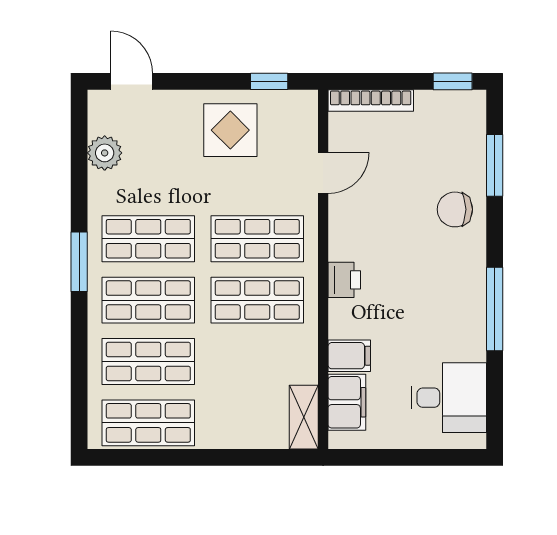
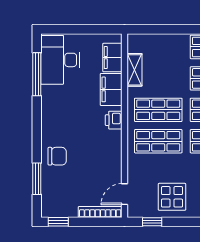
door: (323, 173) -> (125, 194), moved
window: (495, 309) -> (37, 74), moved
filing cabinet: (349, 356) -> (111, 89), width x2.00
desk: (449, 398) -> (60, 60), width x1.37
shelving: (304, 417) -> (134, 70), moved

